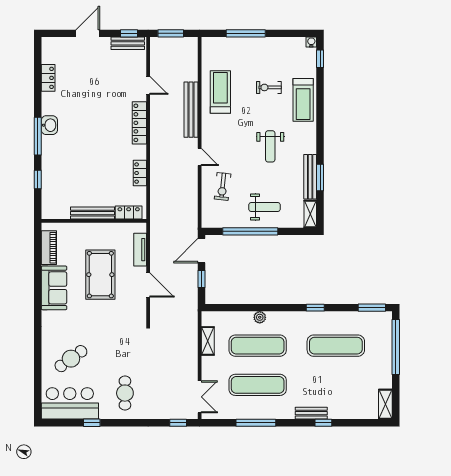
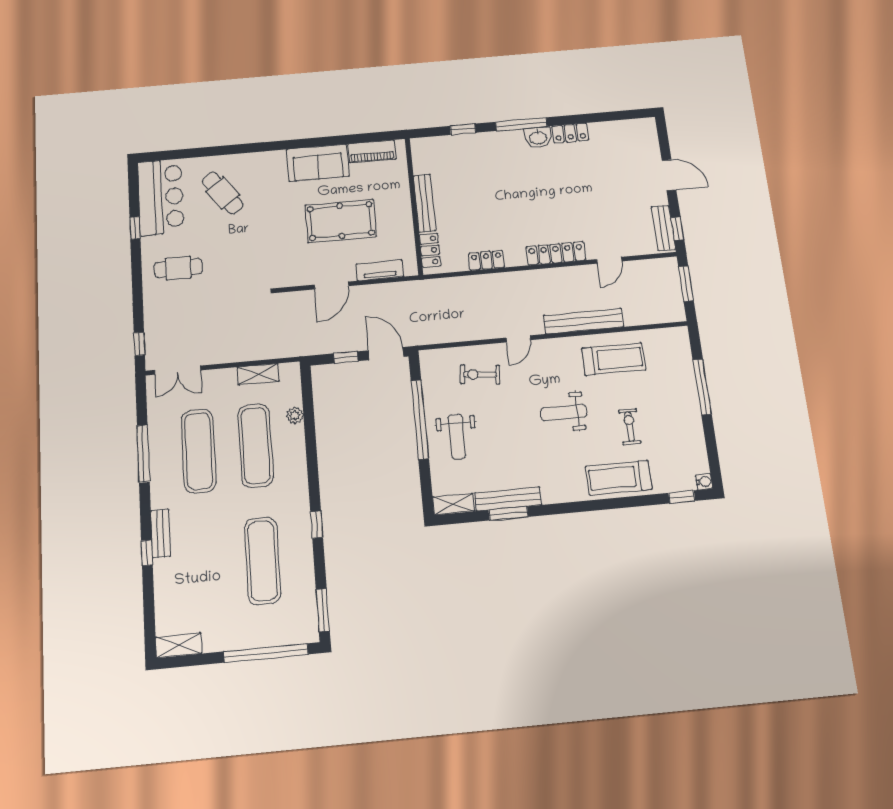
locker: (48, 78) -> (570, 133), moved
weight bench: (270, 146) -> (564, 412), moved
plant: (260, 317) -> (295, 415), moved

